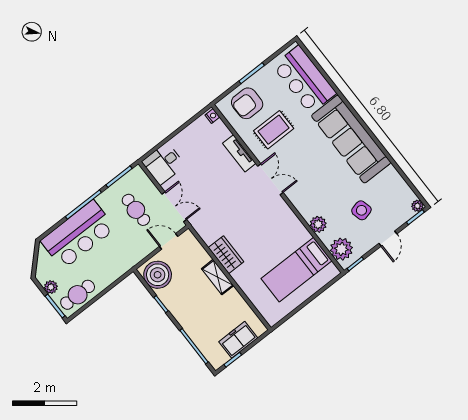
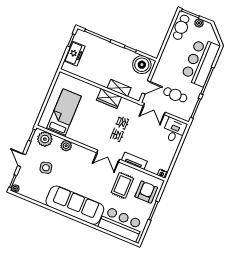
shelving: (218, 277) -> (119, 88), moved

